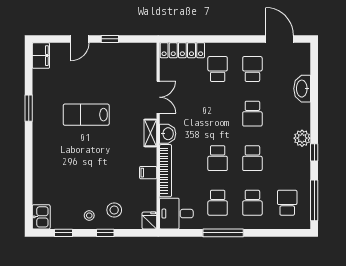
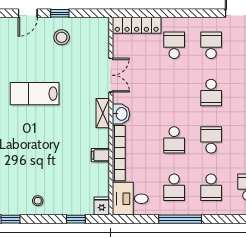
school desk: (252, 158) -> (211, 140), turned 180
stool: (114, 210) -> (62, 37), moved
window: (105, 233) -> (76, 219), moved

